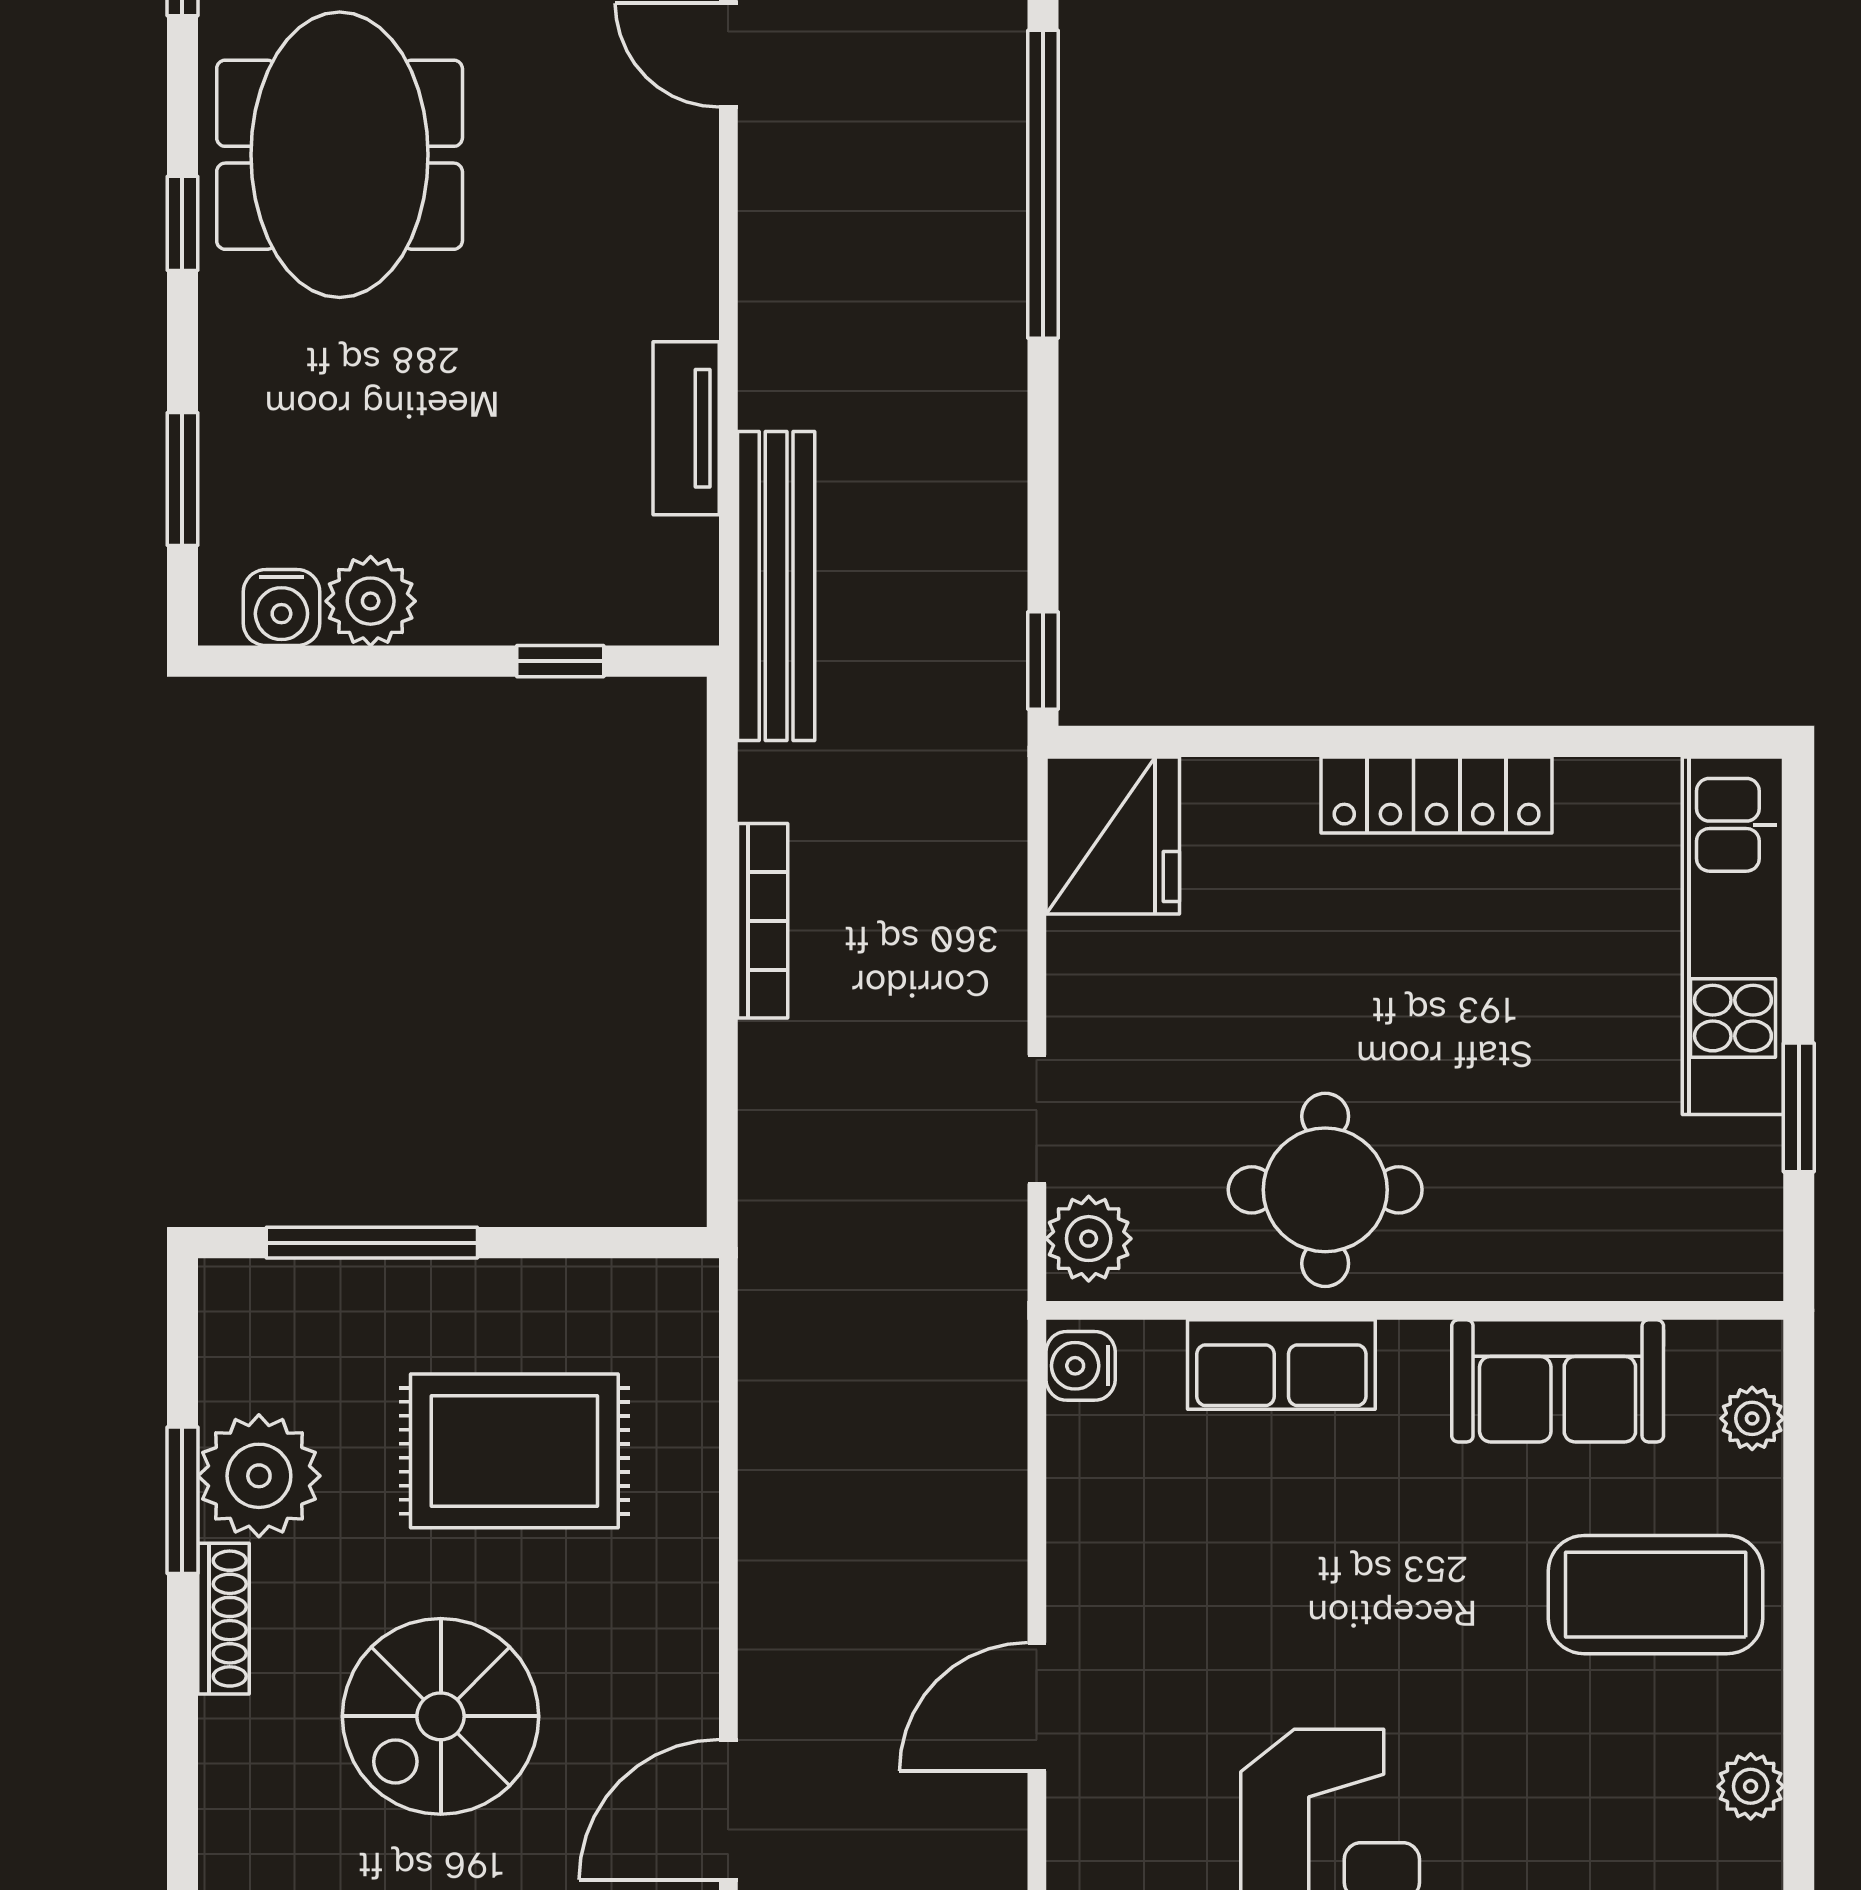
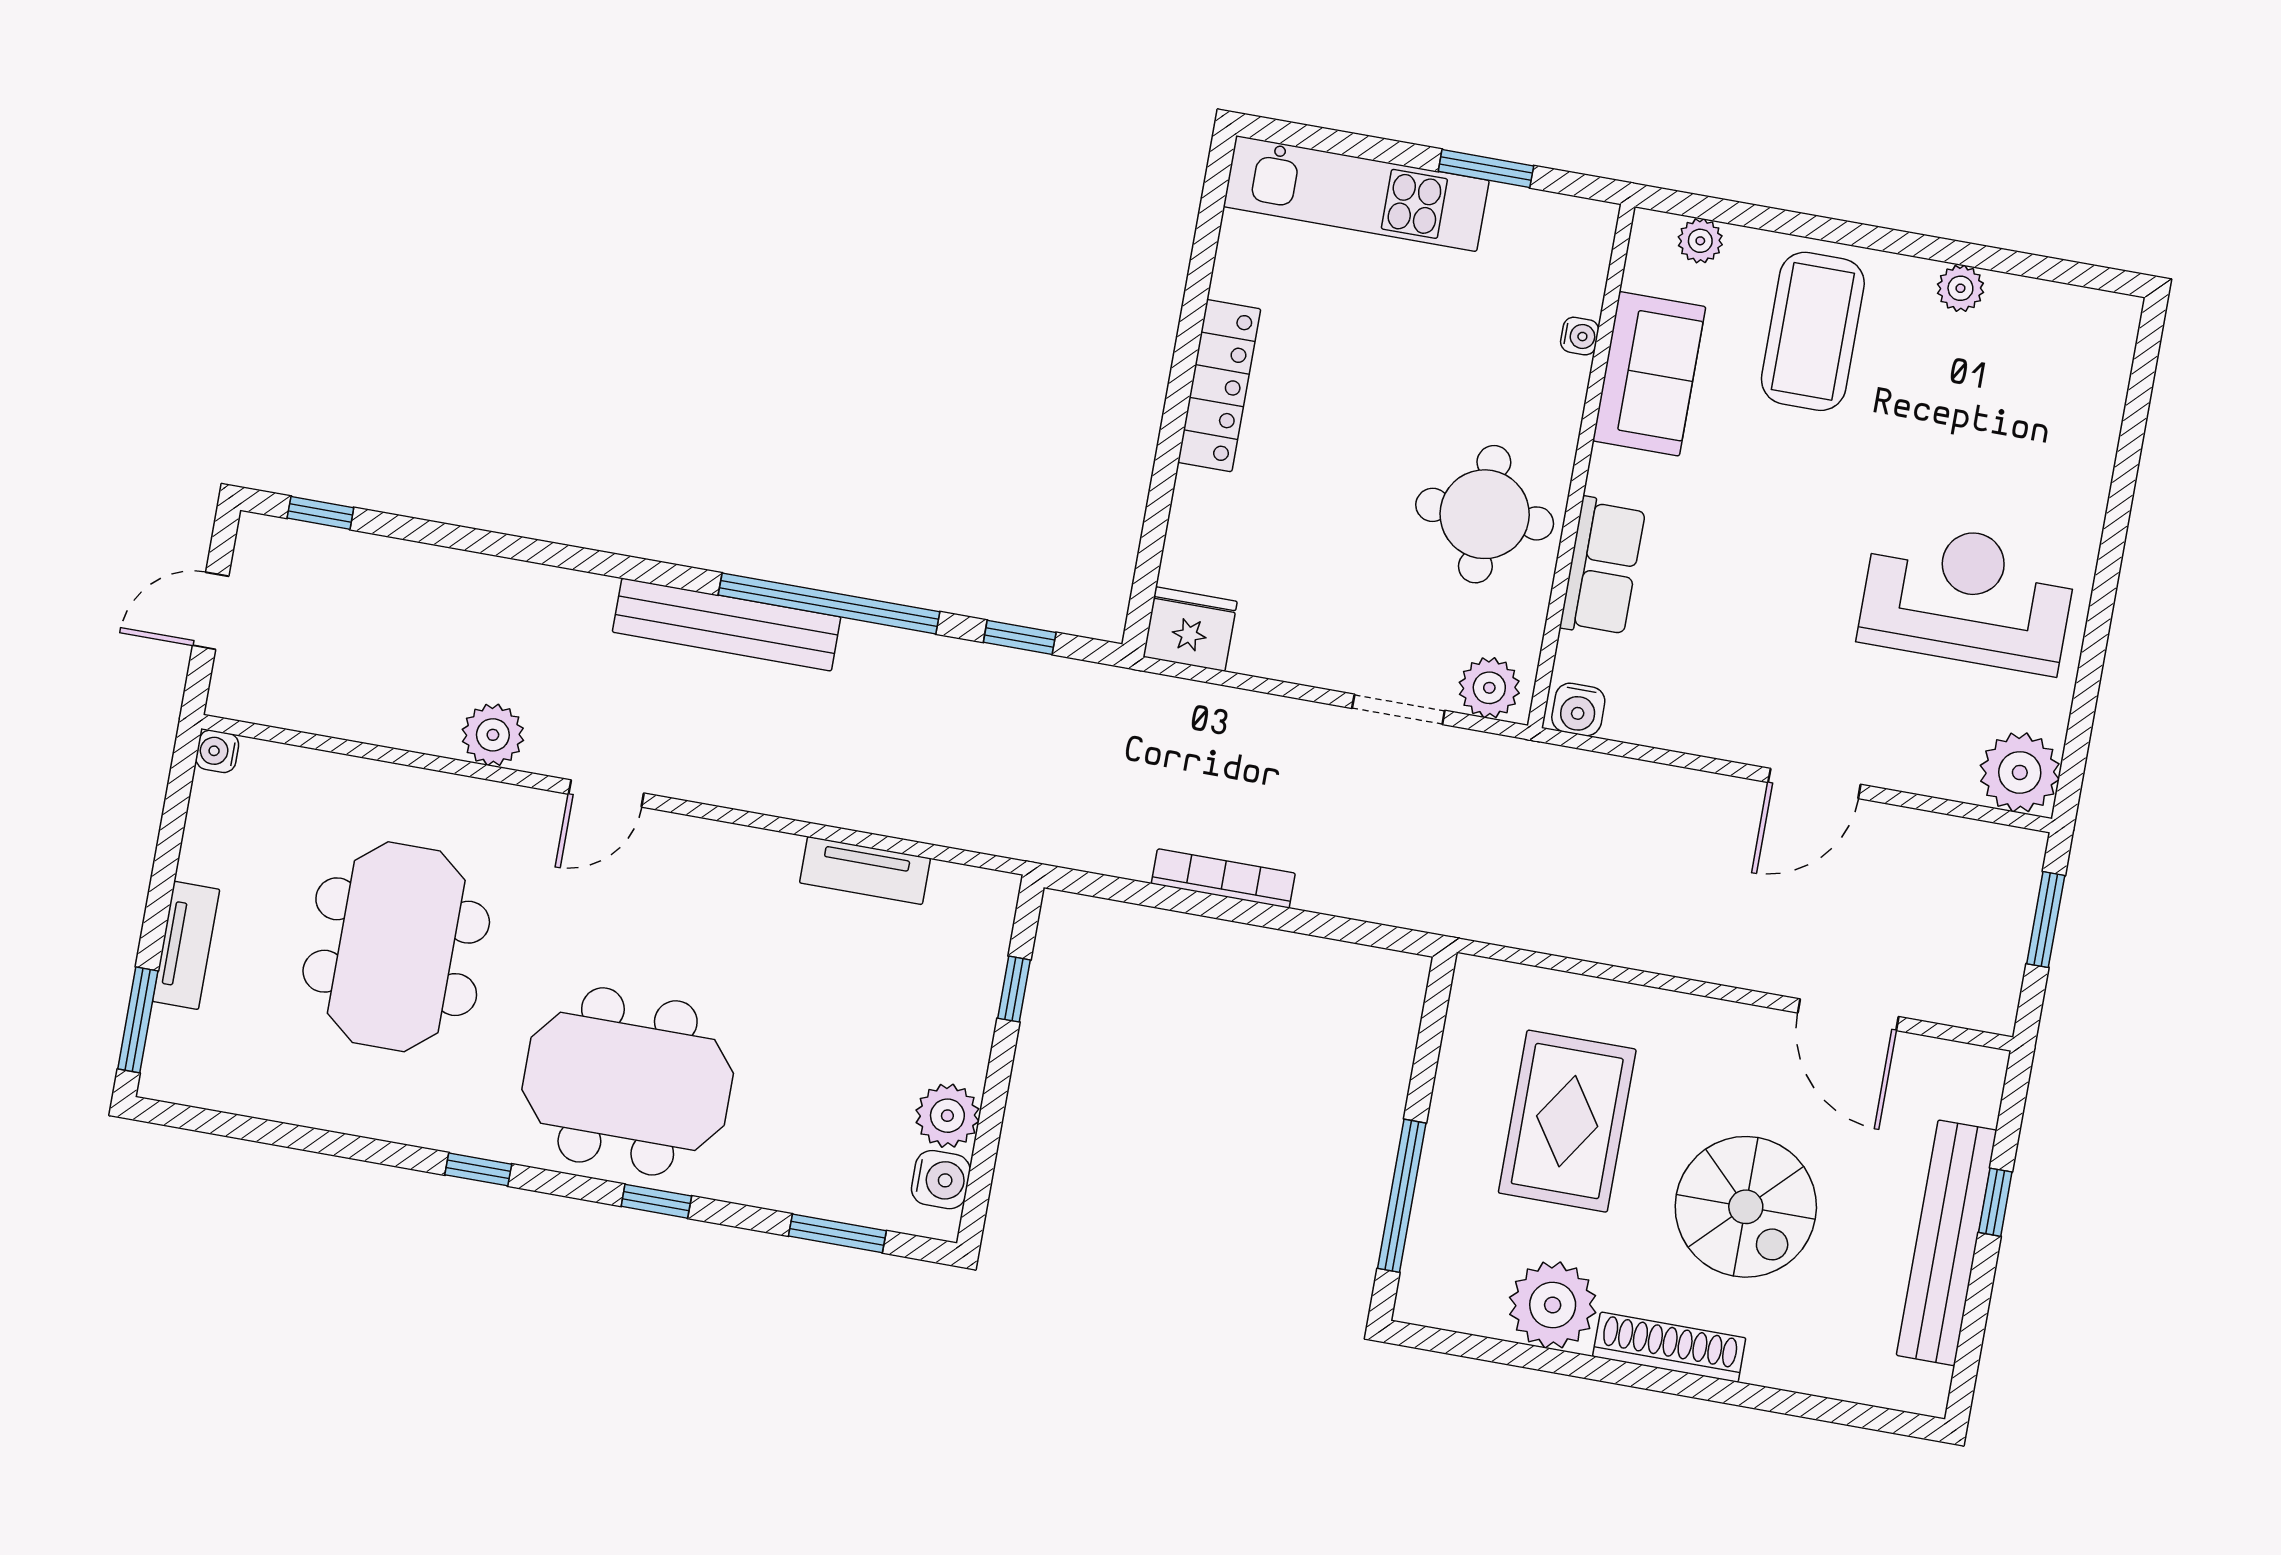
window: (1043, 184) -> (829, 603), moved
bench: (776, 586) -> (727, 625), moved
window: (1043, 660) -> (1020, 637), moved
fridge: (1113, 836) -> (1190, 629), width x0.73, depth x0.75
water cooler: (1592, 1276) -> (1580, 336), added
window: (182, 1500) -> (1560, 1362), removed
shoe rack: (224, 1619) -> (1669, 1347), width x1.36, depth x1.24
door: (1037, 1707) -> (1814, 783), hinge flipped

